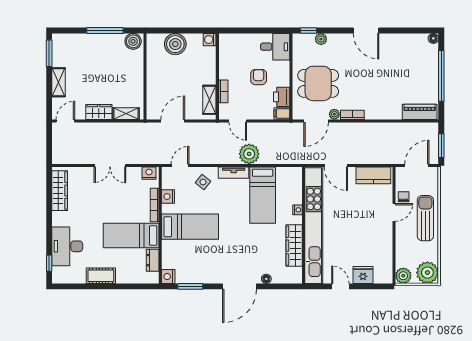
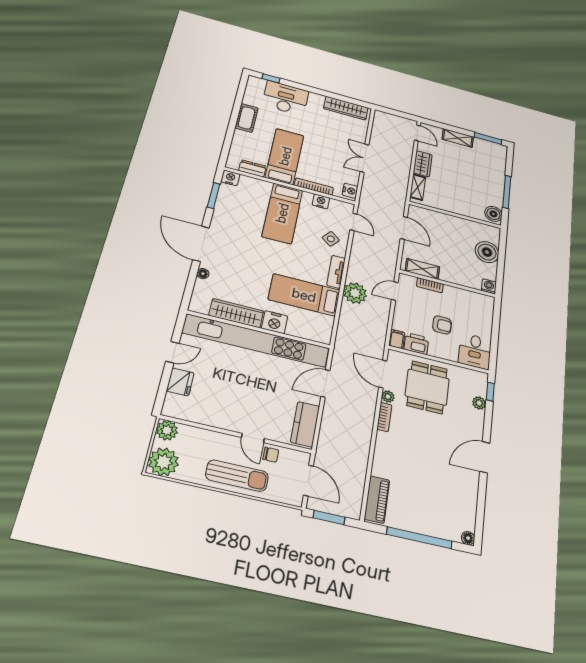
nightstand: (298, 210) -> (275, 322), width x1.89, depth x1.79

